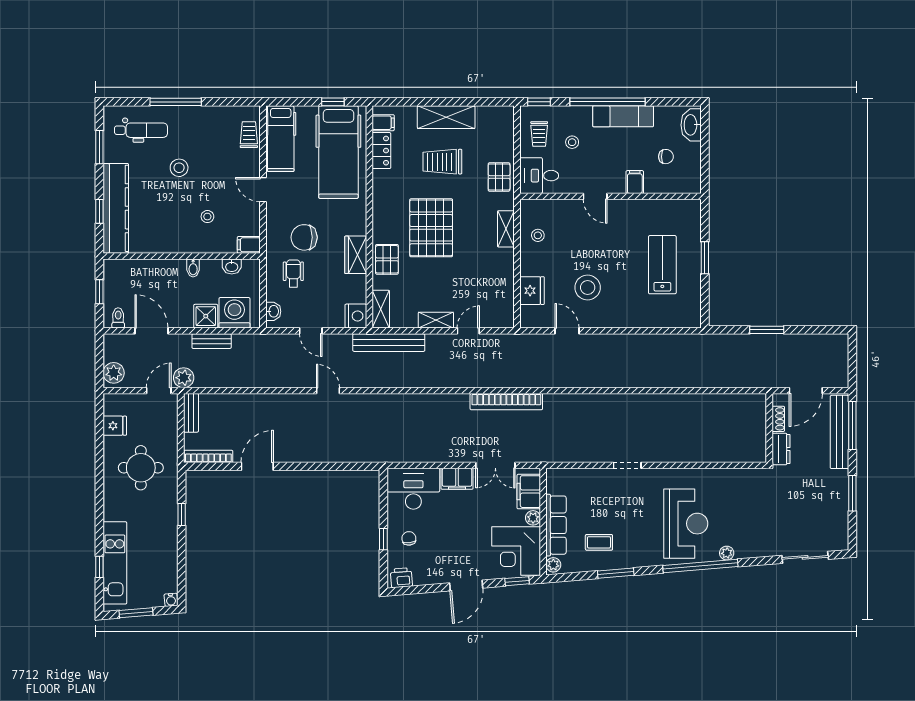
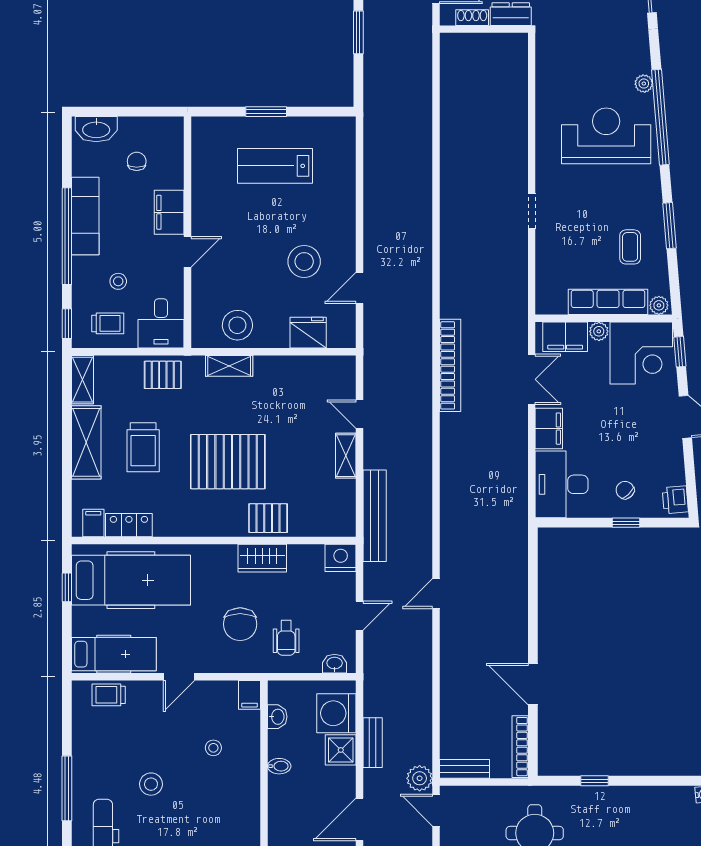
filing cabinet: (635, 182) -> (169, 212), width x2.00
stool: (538, 235) -> (237, 325), width x1.89, depth x1.89
wheelchair: (293, 273) -> (286, 638), turned -90
shelving: (381, 309) -> (83, 380), moved, turned 90
chair: (409, 538) -> (625, 490), turned 52

